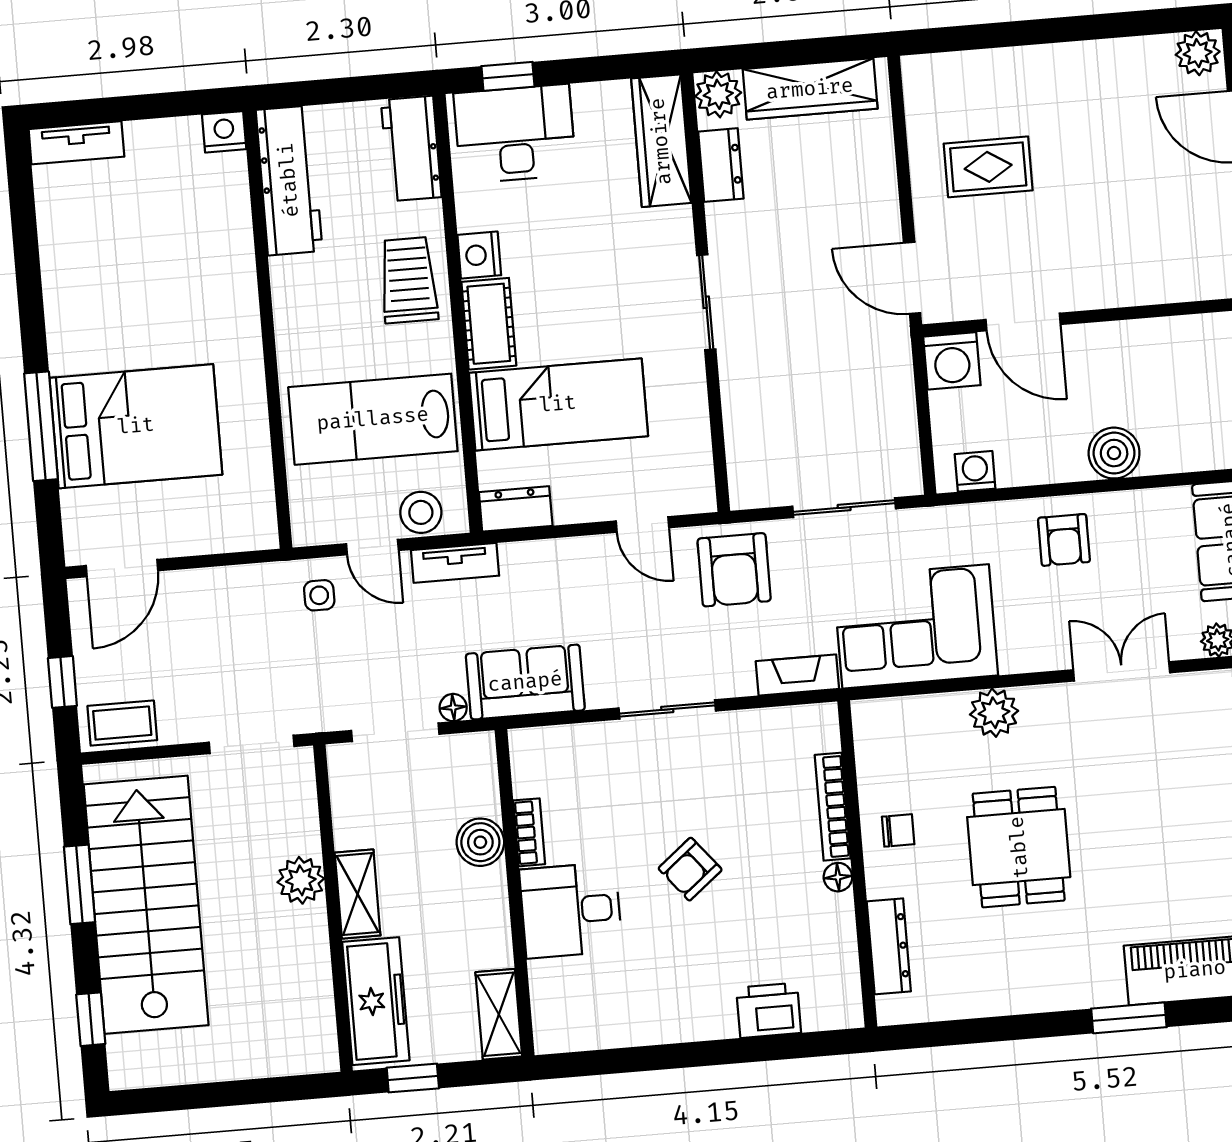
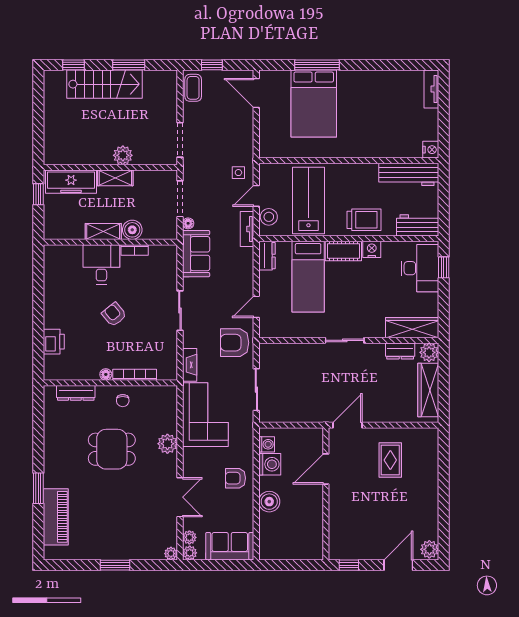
washing machine: (952, 361) -> (270, 464), moved, turned 180
stairs: (146, 905) -> (105, 84), width x0.73, depth x0.66
shelving: (499, 1014) -> (103, 231), moved

